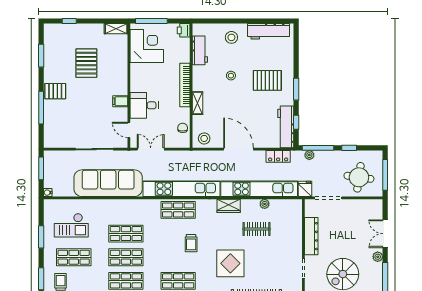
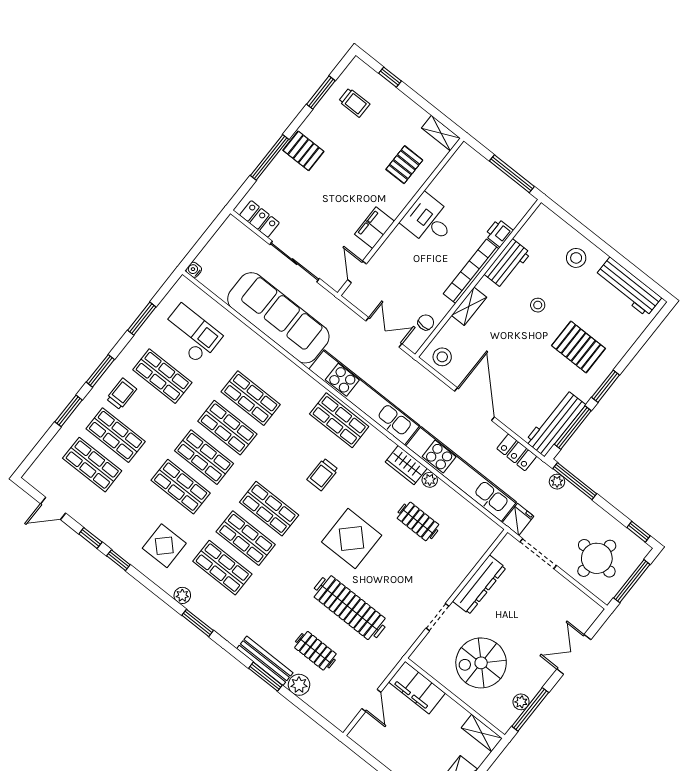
window: (151, 21) -> (512, 174), moved
printer: (184, 30) -> (499, 233), moved
corner desk: (147, 46) -> (462, 185), removed
trolley: (61, 48) -> (354, 103), added
workbench: (200, 50) -> (507, 264), moved
pallet: (86, 63) -> (404, 165), moved, width x0.67, depth x0.71
filing cabinet: (120, 101) -> (375, 228), width x2.00
desk: (144, 105) -> (429, 220), moved
window: (296, 122) -> (573, 428), width x2.17
locker: (60, 142) -> (259, 219), added
window: (349, 148) -> (639, 532), moved
double door: (151, 149) -> (384, 332), moved
window: (41, 168) -> (209, 233), removed
plant: (265, 204) -> (430, 480), moved
checkout: (71, 225) -> (191, 334), turned 180
plant: (378, 257) -> (521, 702), moved

